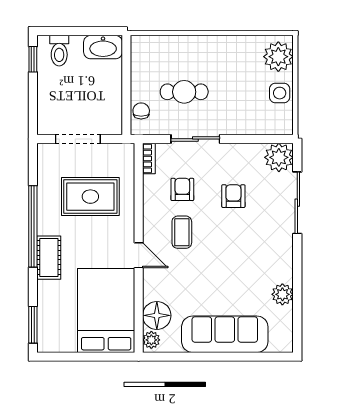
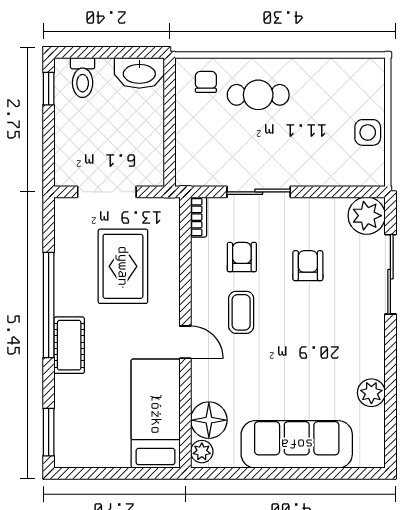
plant: (278, 57) -> (366, 85), removed
cafe table: (184, 92) -> (258, 95), moved
chair: (141, 111) -> (206, 82), moved
rug: (90, 197) -> (123, 266), turned 90
bed: (106, 310) -> (156, 414), width x0.67

